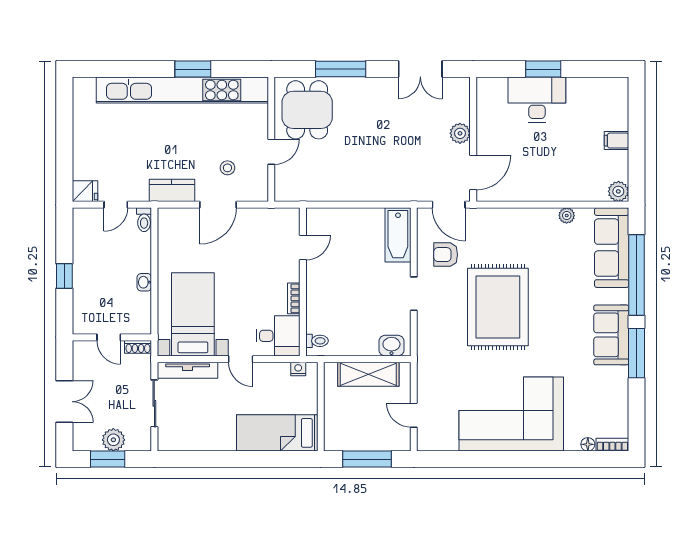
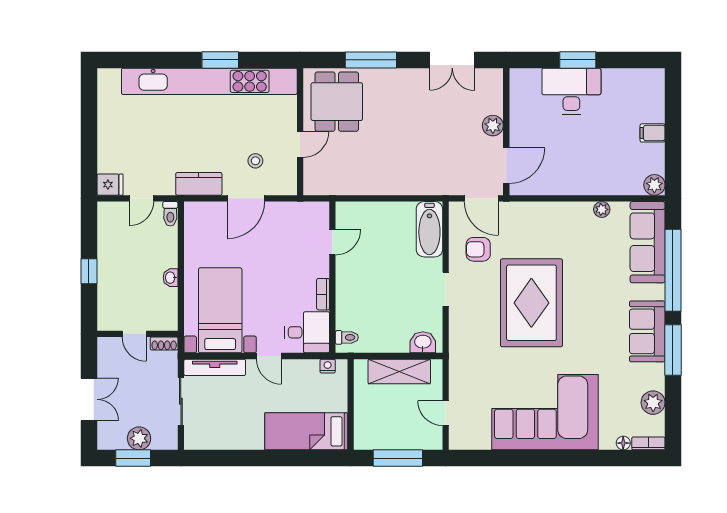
plant: (617, 405) -> (653, 403), added

